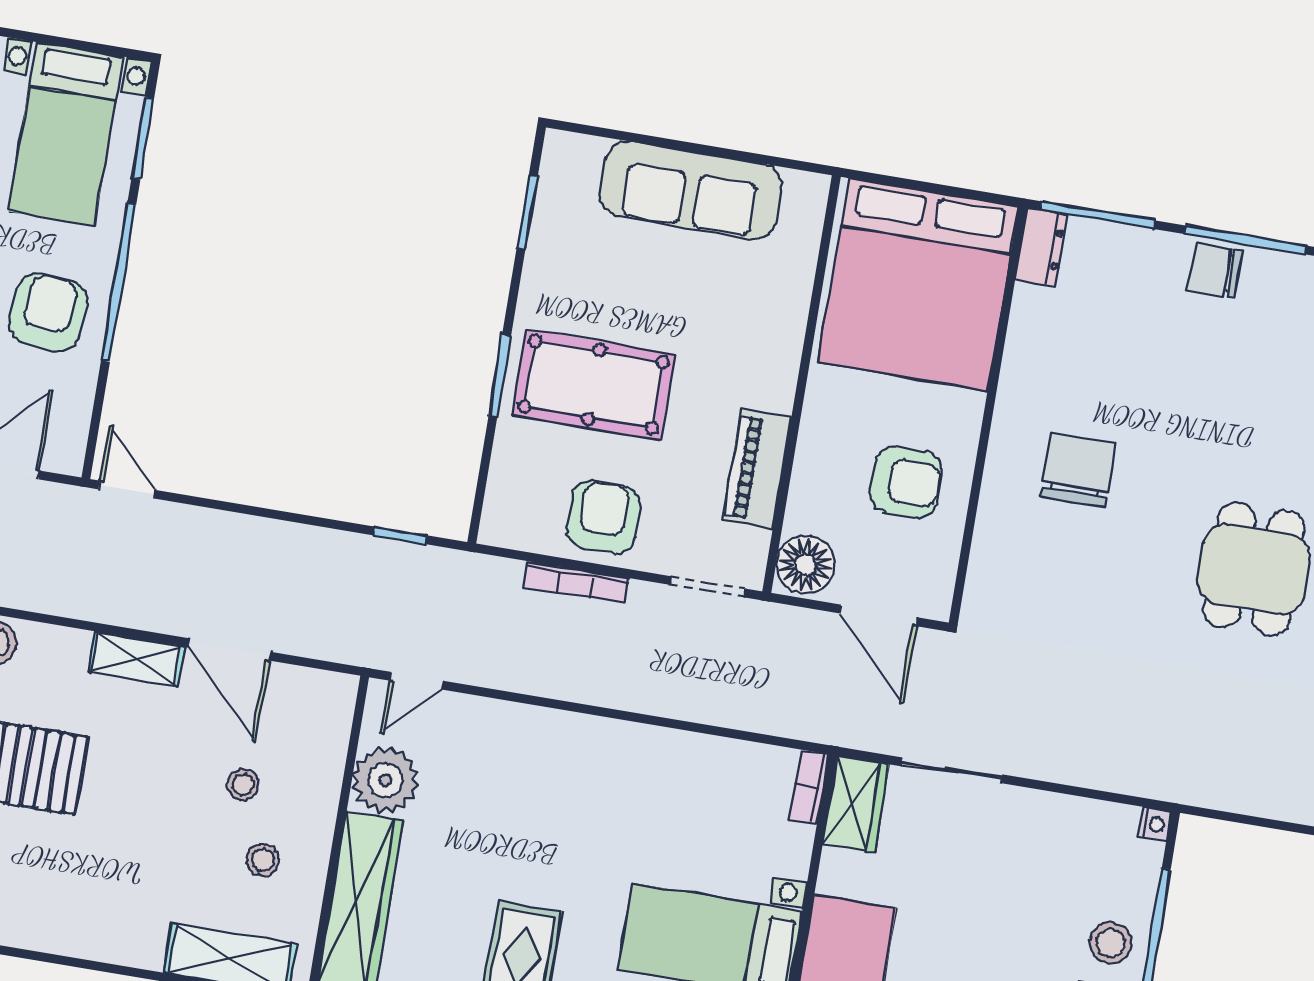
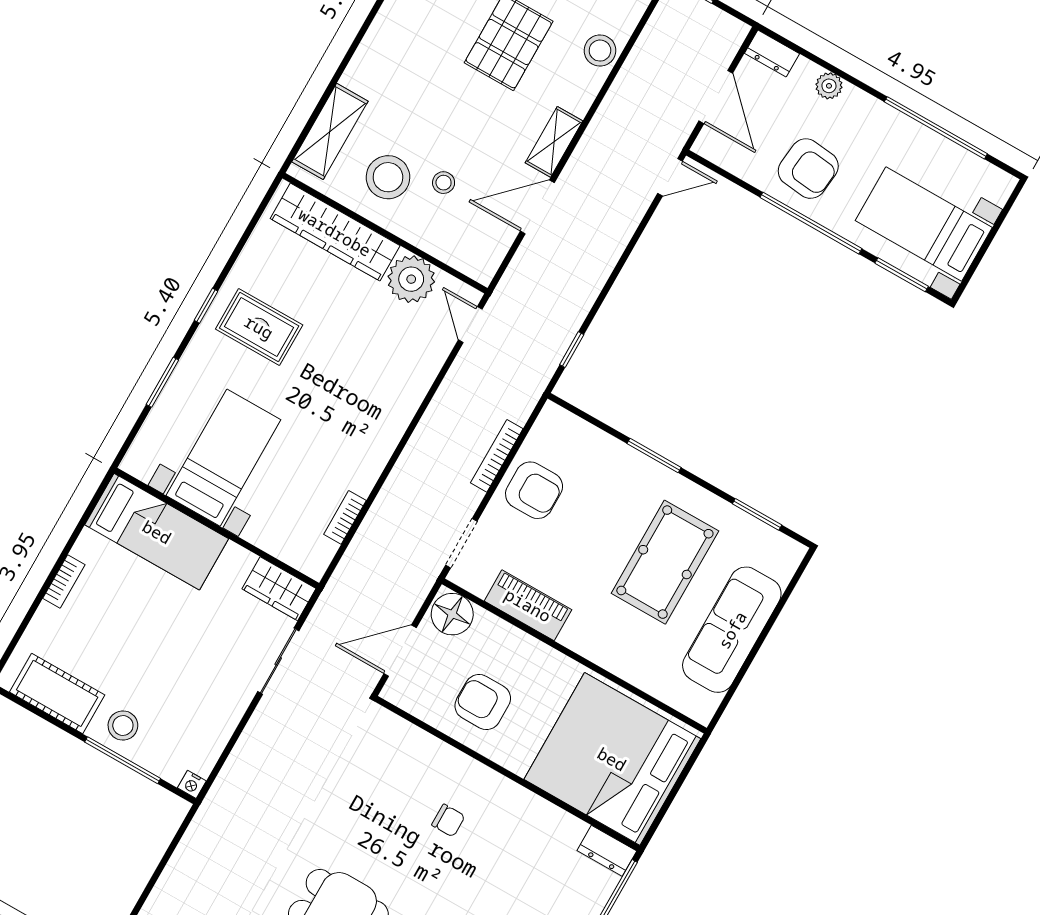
pool table: (593, 384) -> (665, 562), moved
chair: (1078, 470) -> (448, 821), width x0.54, depth x0.54
armchair: (906, 482) -> (483, 702), turned 90
bookcase: (809, 787) -> (345, 517), moved, turned -90
stool: (263, 860) -> (388, 177), width x1.89, depth x1.89

